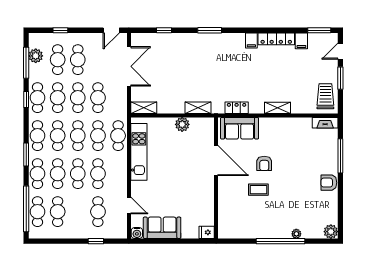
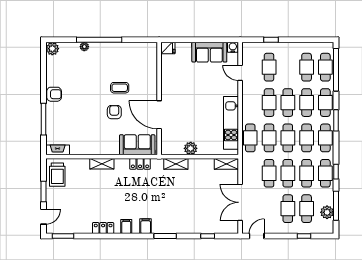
locker: (276, 39) -> (103, 228), width x0.66
filing cabinet: (301, 41) -> (146, 226), moved

